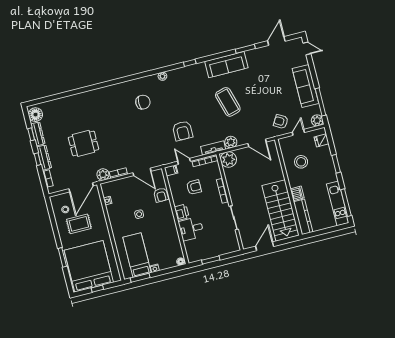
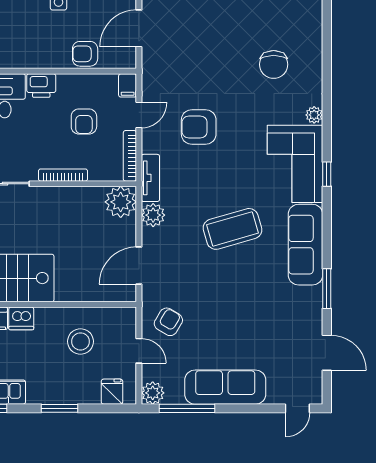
corner sofa: (189, 80) -> (295, 164), added

